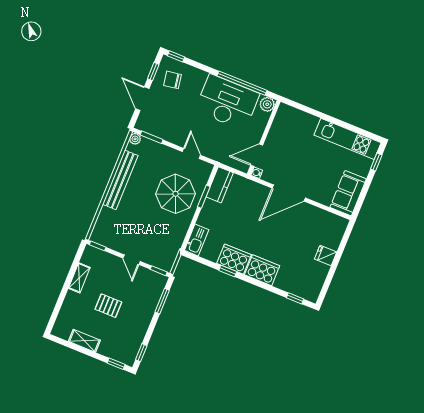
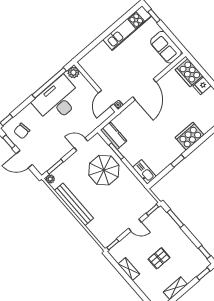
cooker: (234, 259) -> (189, 73), moved, turned -90

